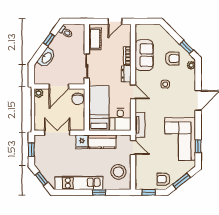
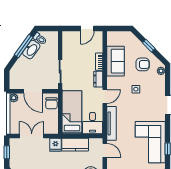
cot: (95, 39) -> (68, 45), removed
window: (49, 40) -> (24, 46), width x2.17
window: (187, 47) -> (149, 46), moved
washbasin: (46, 58) -> (31, 50), moved
door: (59, 86) -> (33, 91), hinge flipped
door: (133, 92) -> (105, 96), hinge flipped
tv unit: (140, 125) -> (112, 123), width x1.41

